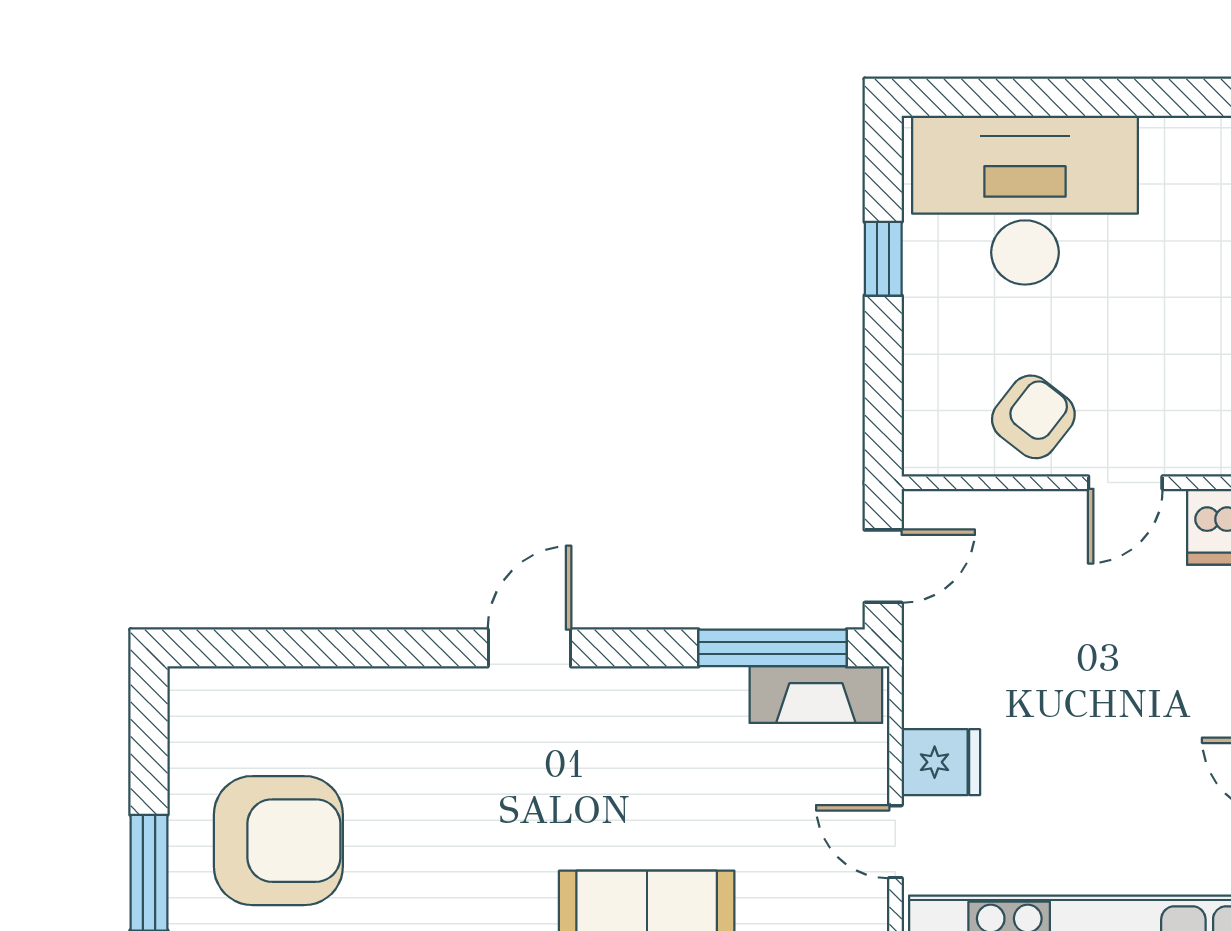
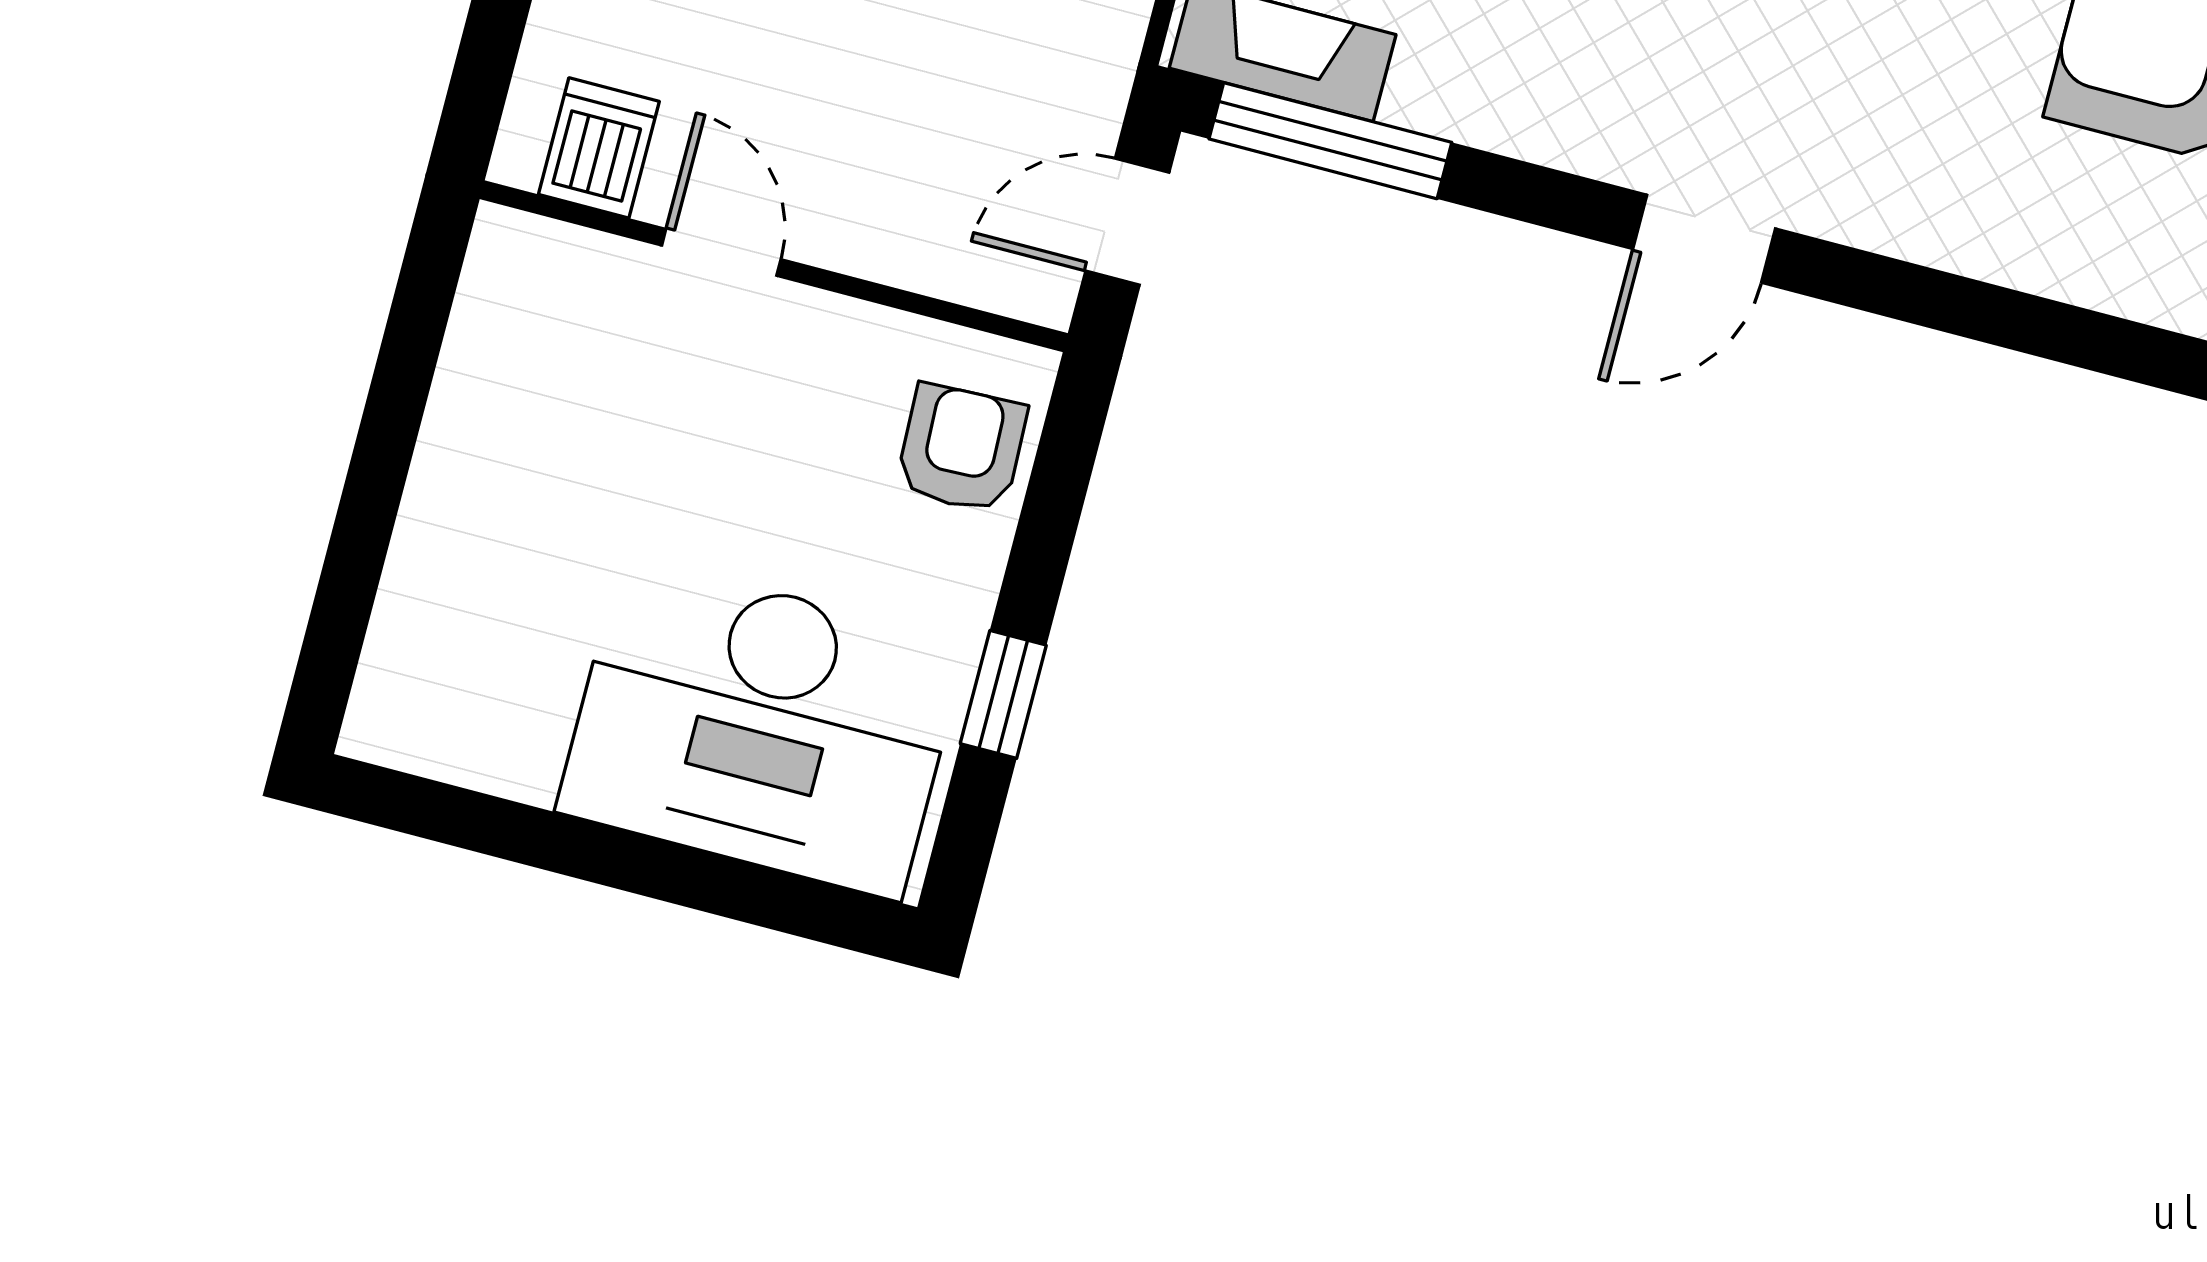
armchair: (1033, 417) -> (961, 448), moved, turned 140
door: (1125, 483) -> (721, 252), hinge flipped

